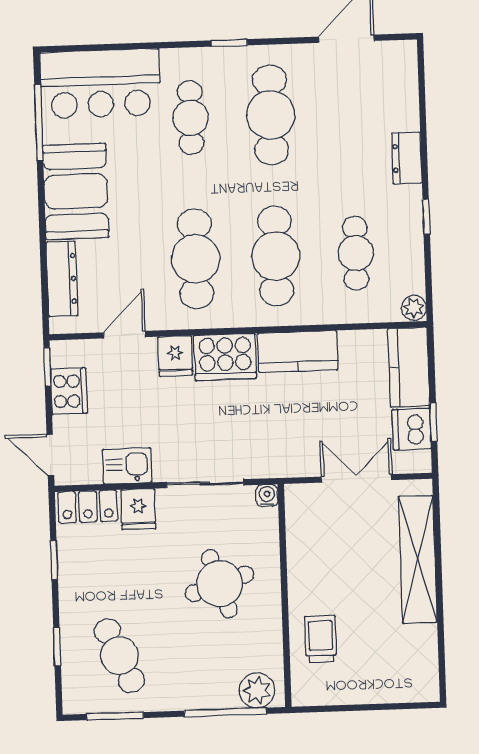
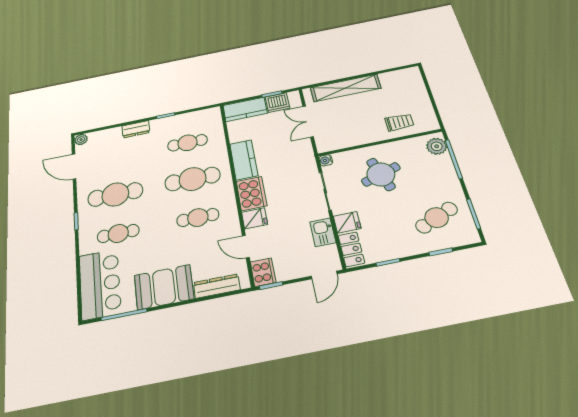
cafe table: (196, 259) -> (198, 217), width x0.73, depth x0.74
plant: (414, 308) -> (81, 140), moved
cooker: (69, 391) -> (263, 272), moved, turned 90
trolley: (321, 639) -> (399, 122), turned 180

